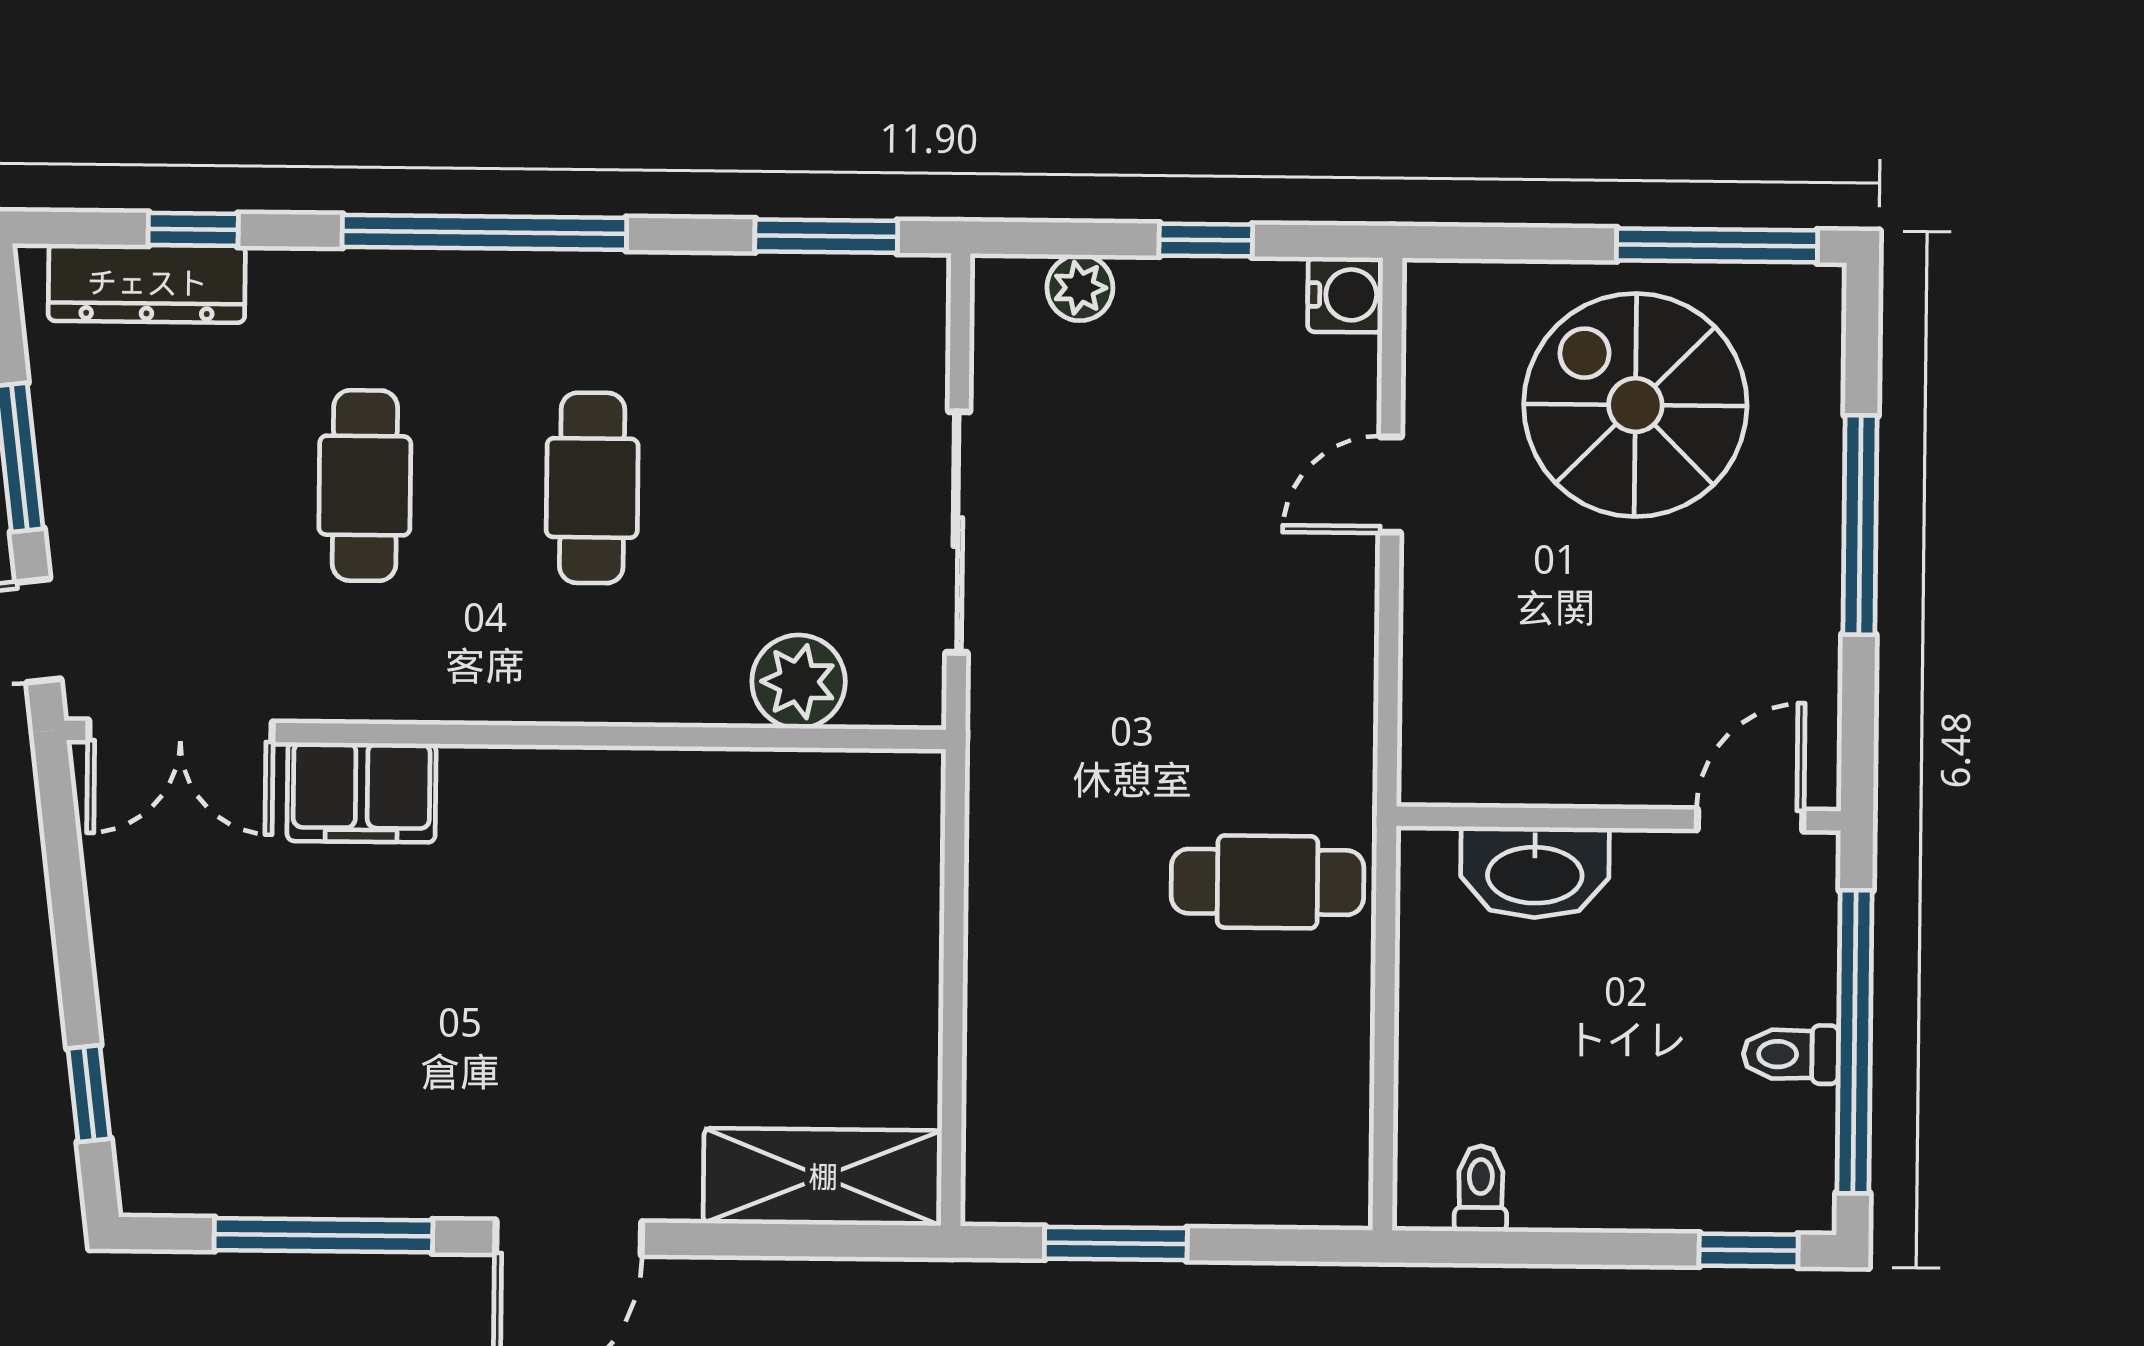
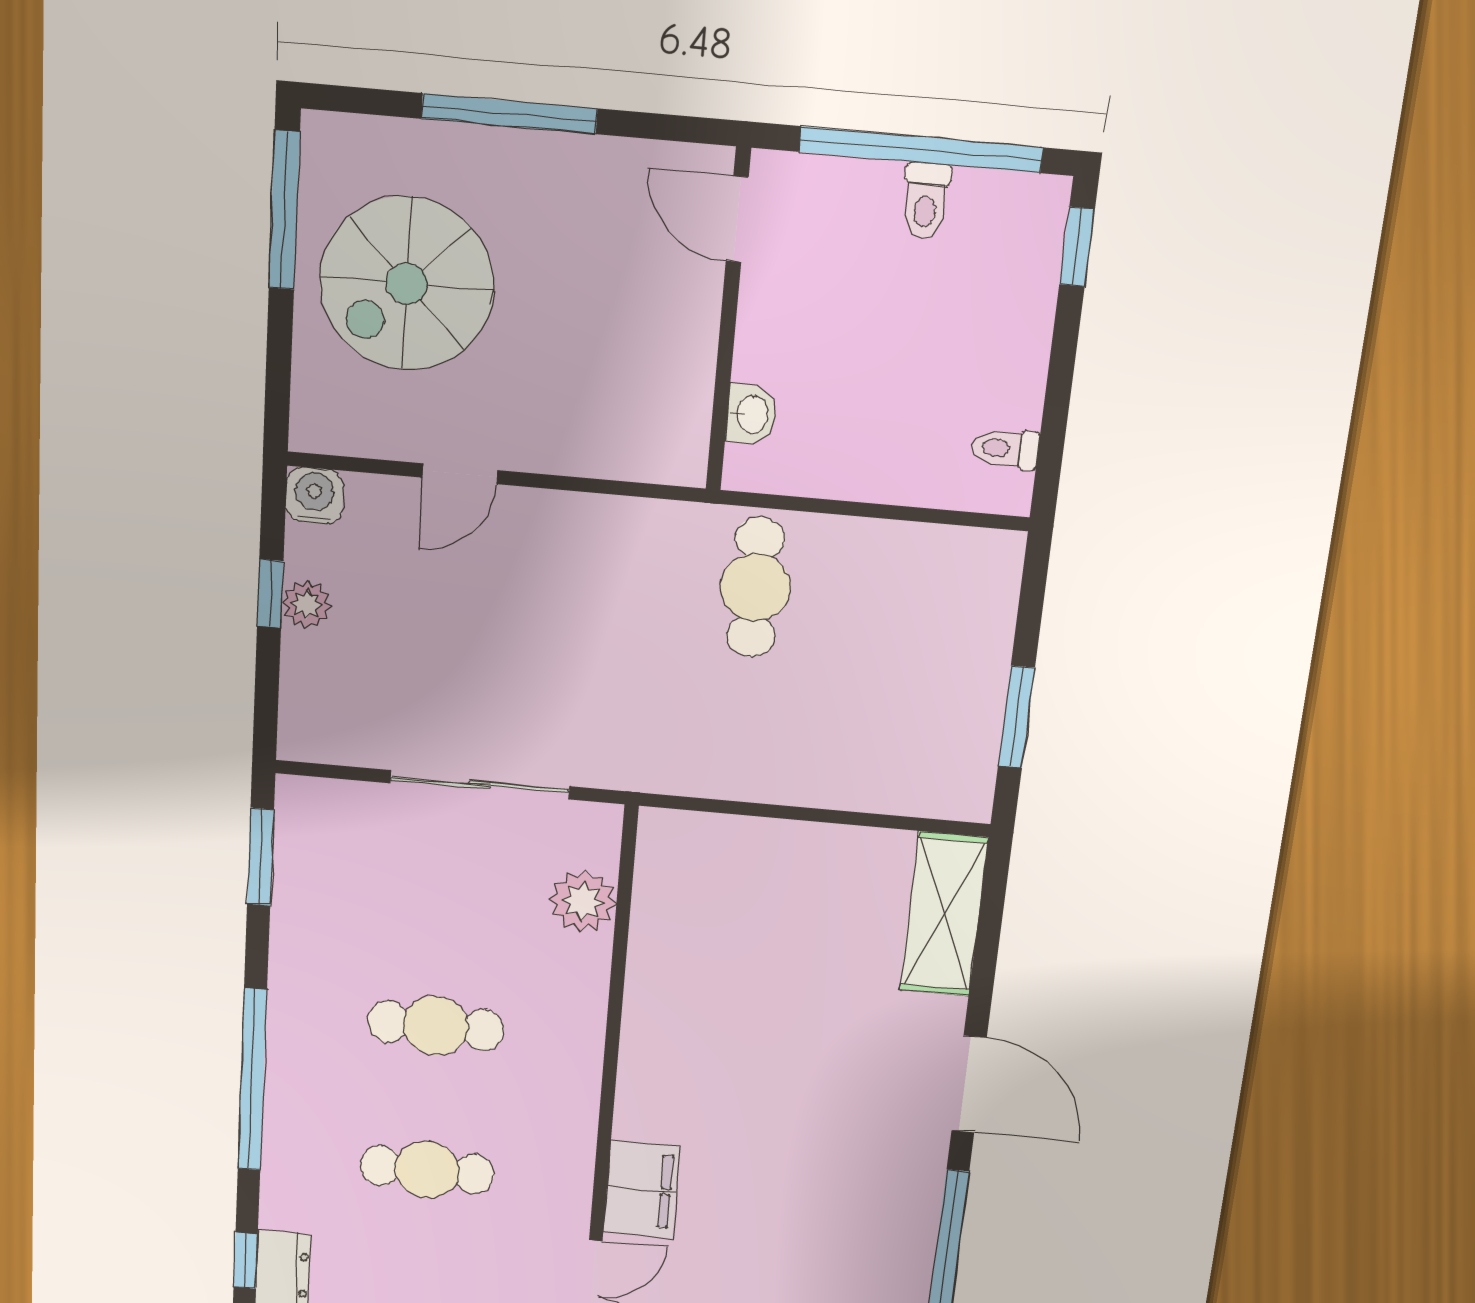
plant: (1080, 288) -> (307, 604), moved
door: (1390, 485) -> (460, 474), hinge flipped
washbasin: (1535, 872) -> (752, 415), width x0.52, depth x0.69

